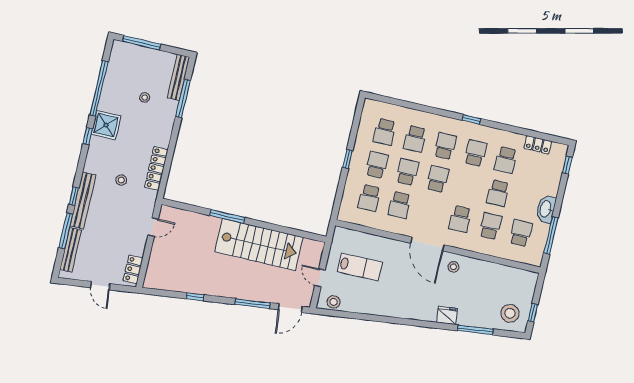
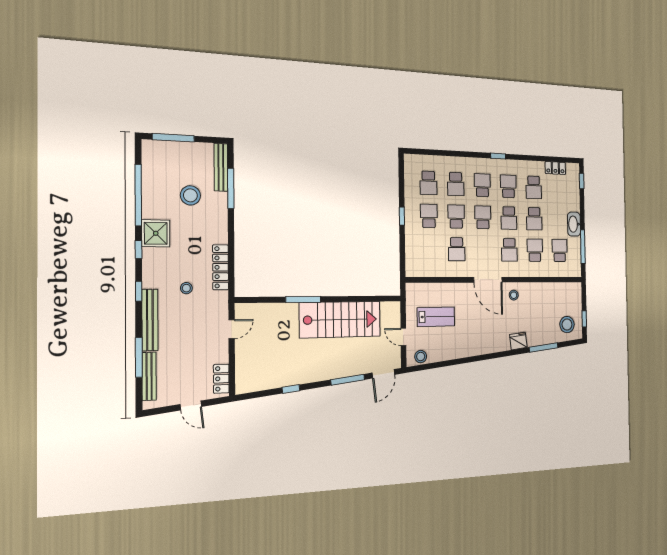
stool: (145, 98) -> (190, 195), width x1.89, depth x1.89
window: (74, 196) -> (139, 291), moved
school desk: (369, 198) -> (509, 218), moved

